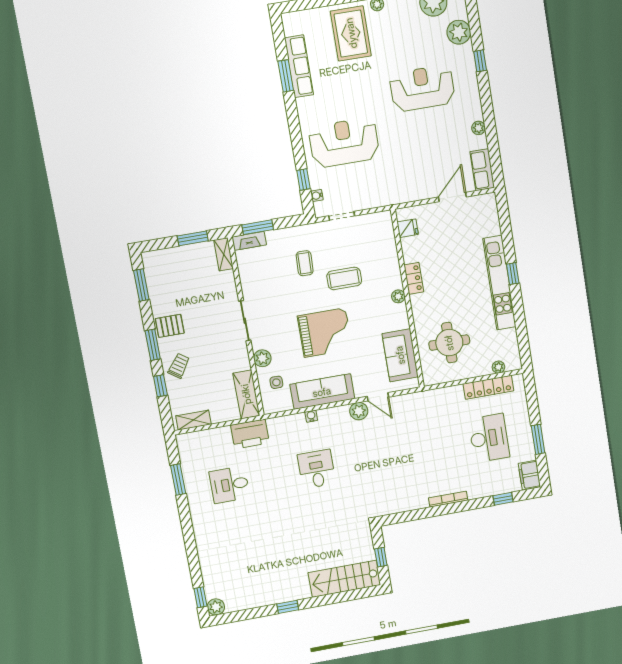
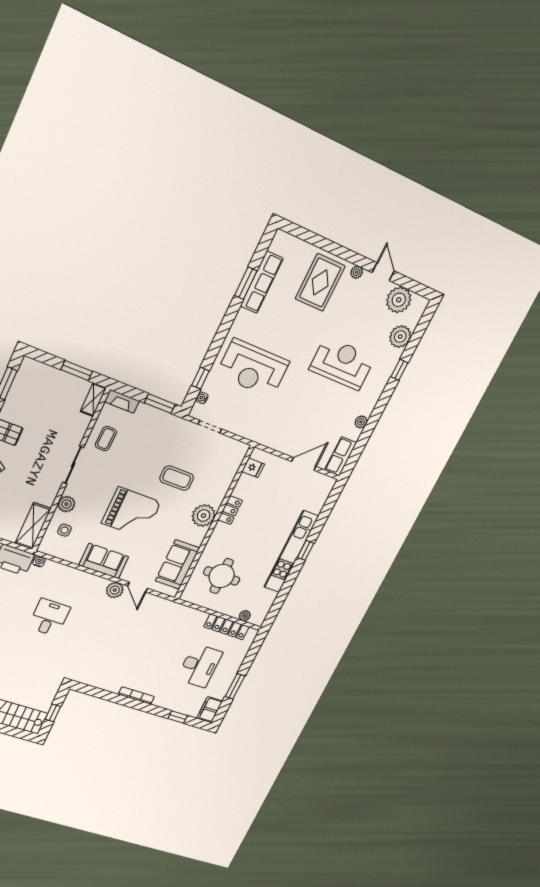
reception desk: (344, 143) -> (253, 368), turned 180
window: (258, 227) -> (160, 404), moved
coffee table: (305, 263) -> (106, 439), moved
plant: (398, 296) -> (204, 516), width x1.87, depth x1.87
sofa: (322, 392) -> (104, 561), width x0.73
water cooler: (311, 416) -> (39, 561), moved

